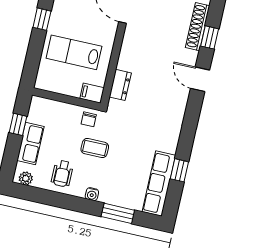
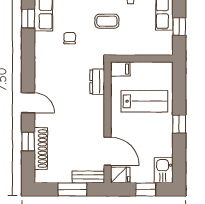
chair: (89, 119) -> (70, 38), moved

